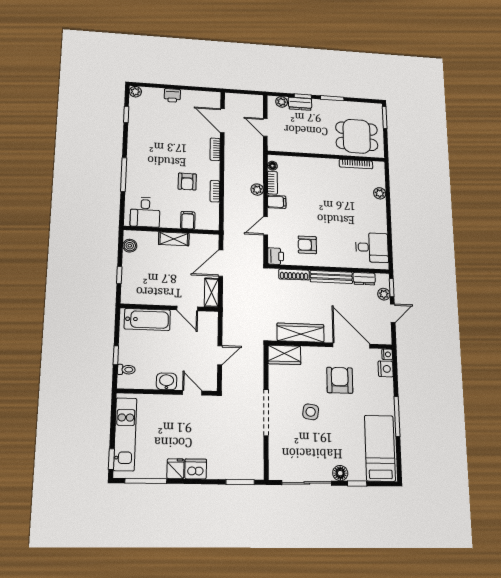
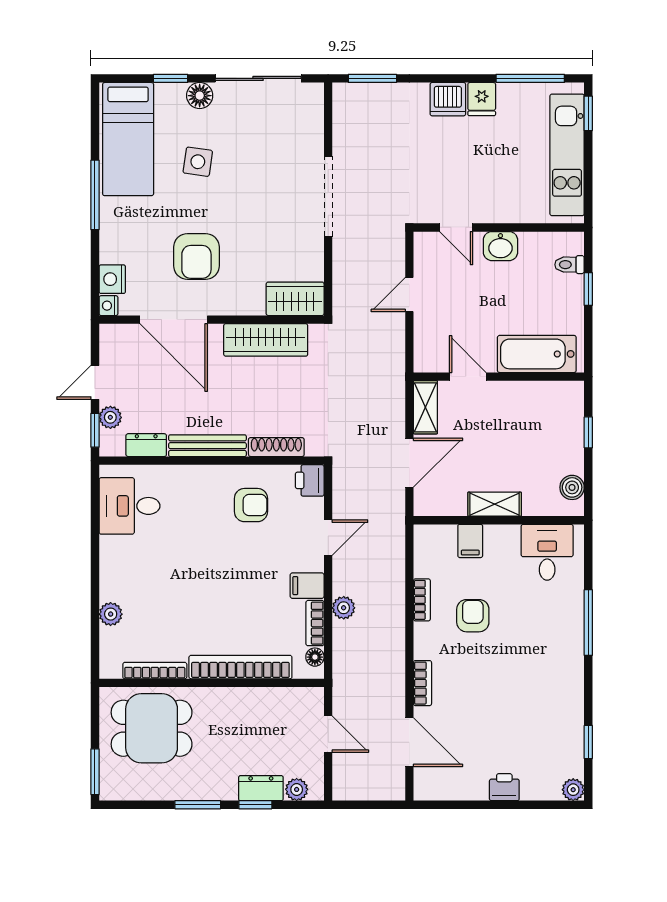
bookcase: (312, 163) -> (240, 667), added
side table: (311, 412) -> (198, 162), moved

